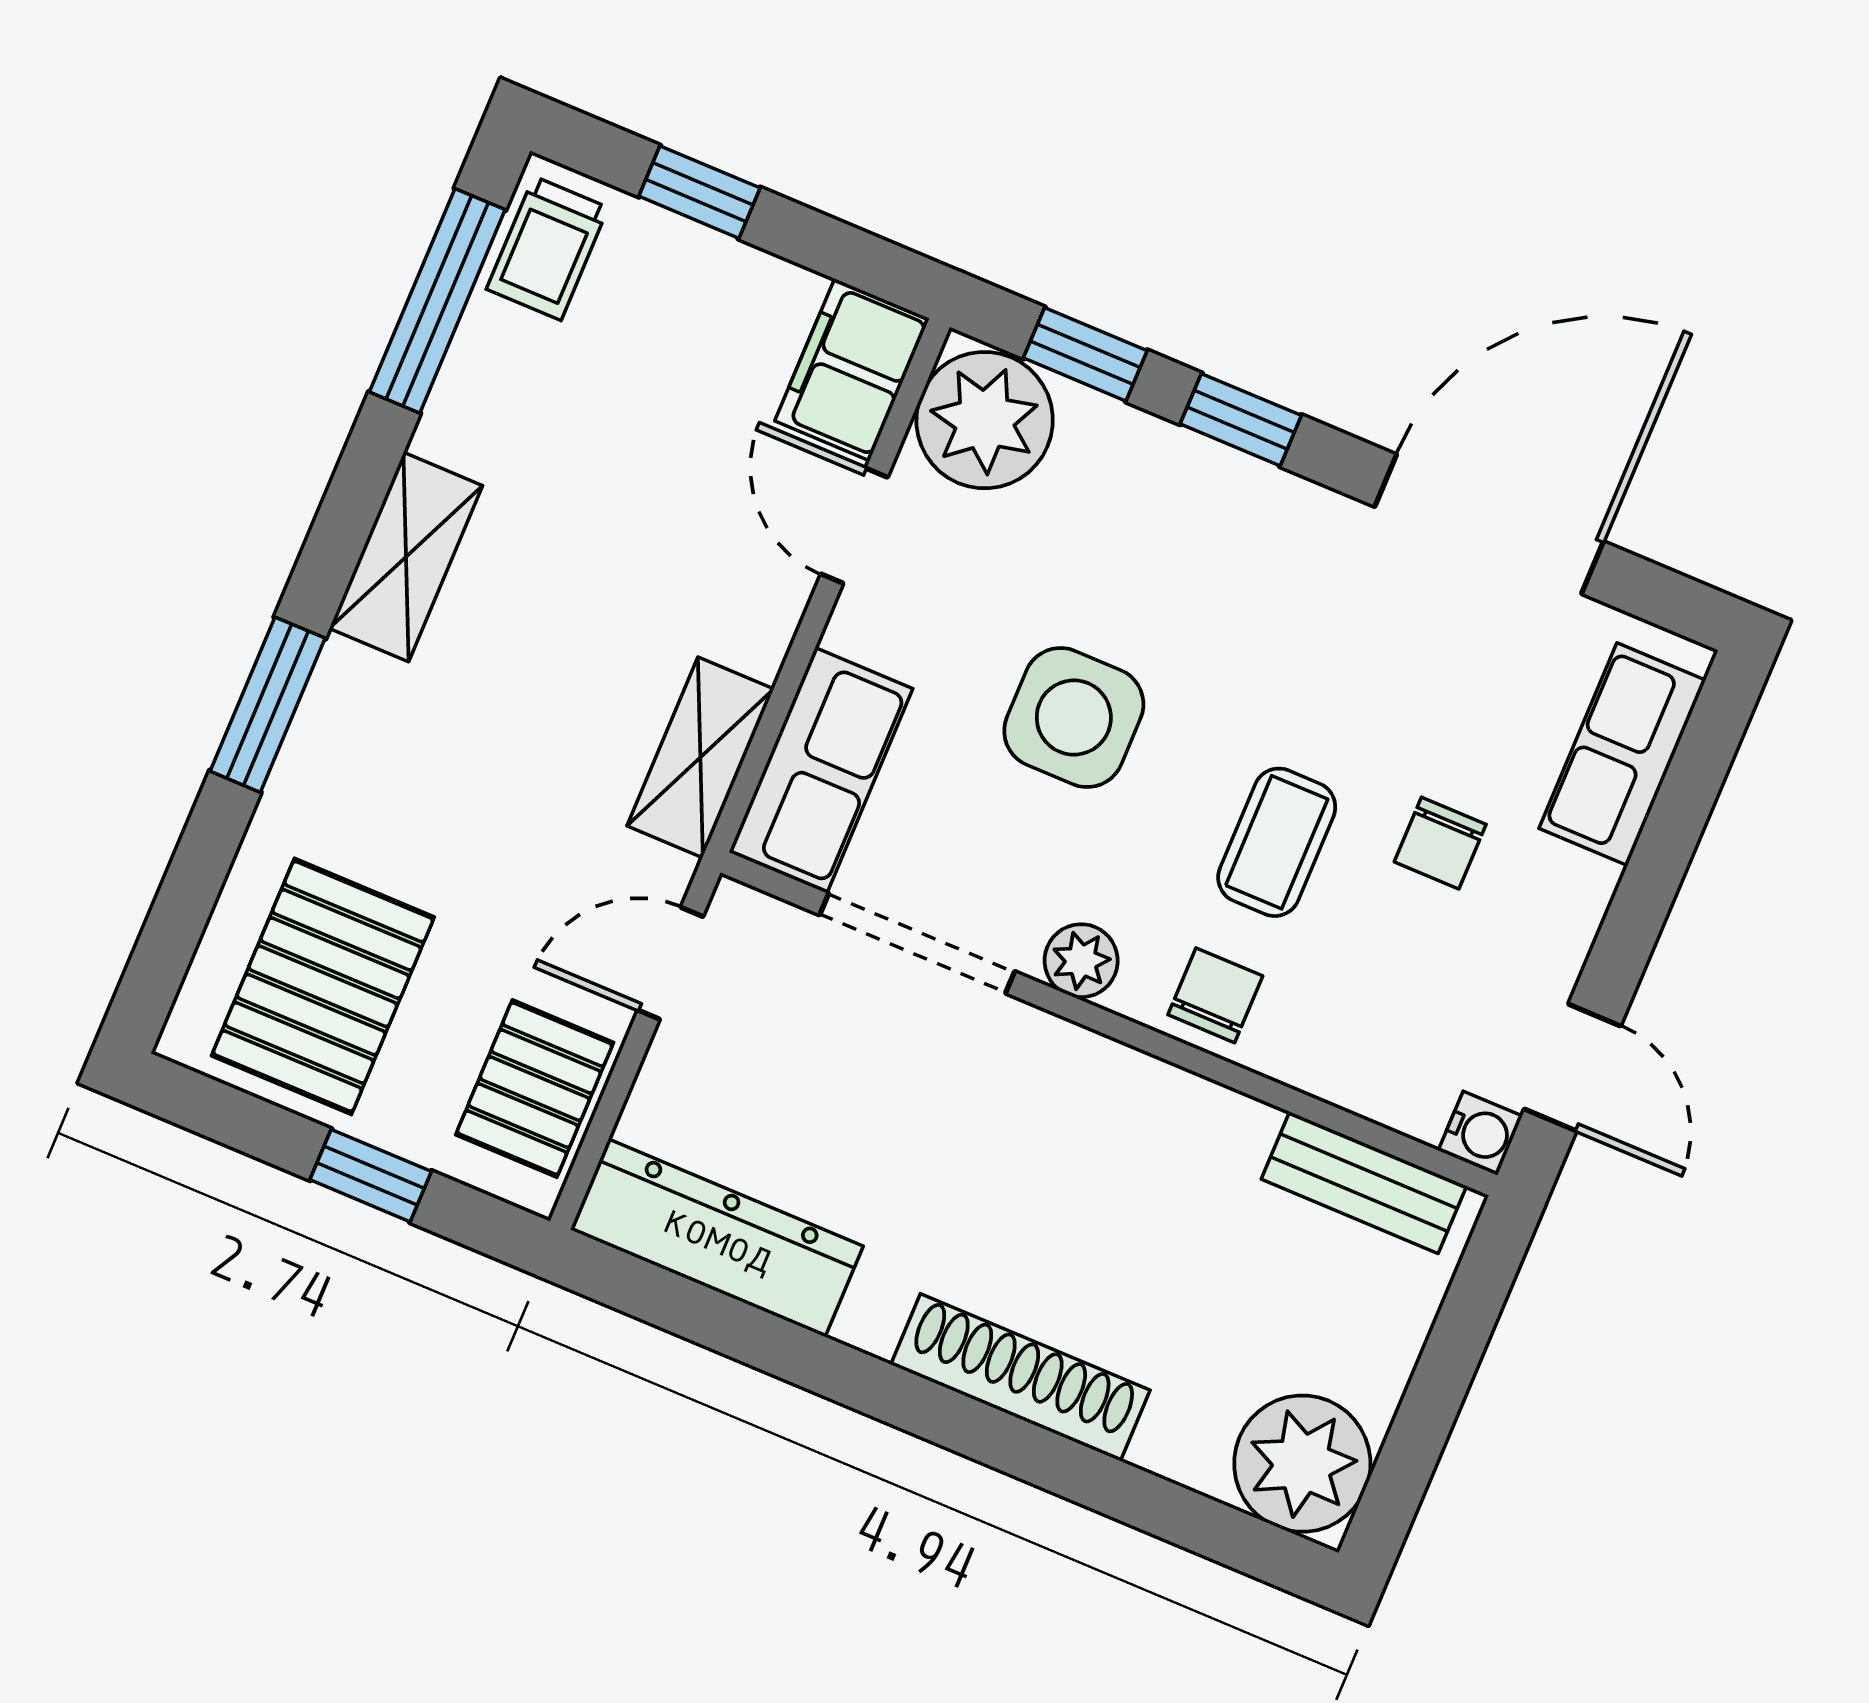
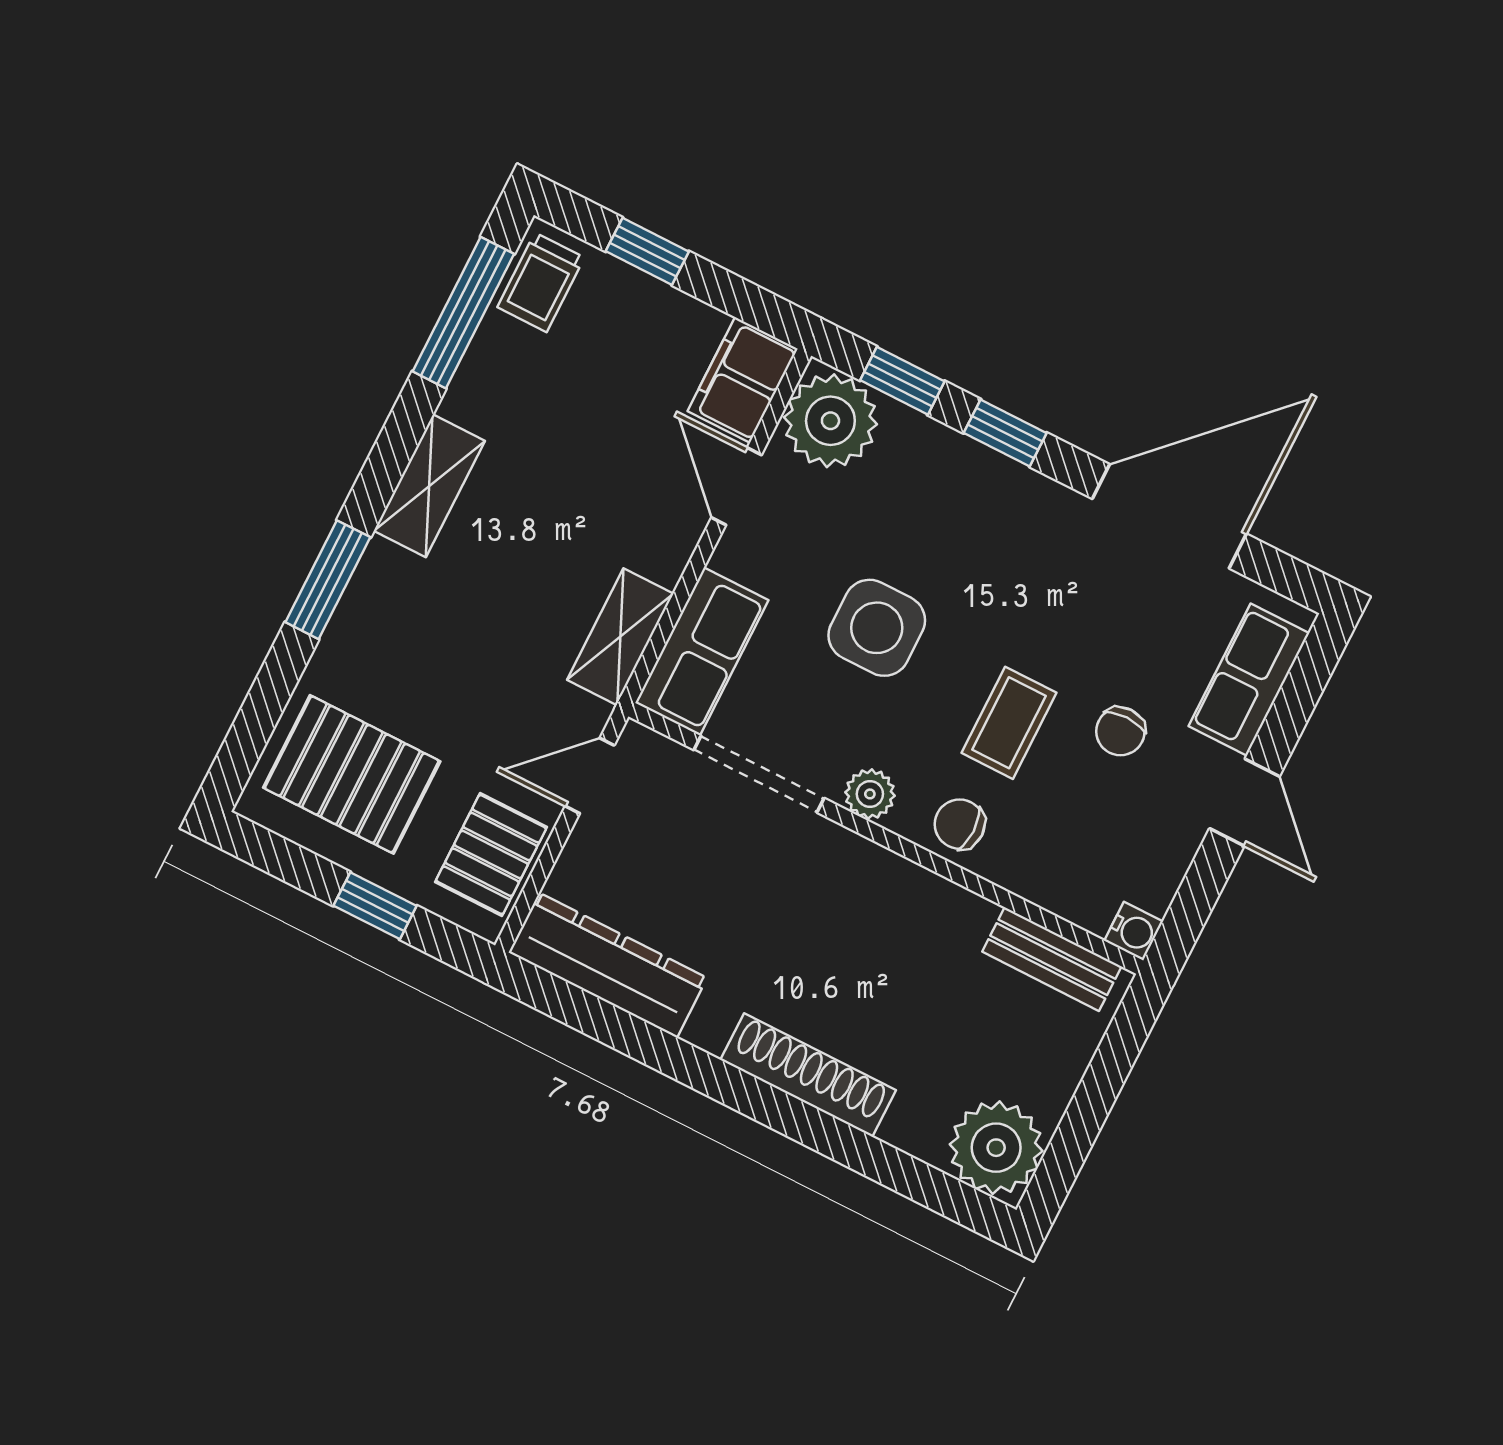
pallet: (323, 986) -> (352, 774), turned 90
chair: (1215, 995) -> (960, 824), turned -90
door: (1572, 1068) -> (1244, 802), moved

